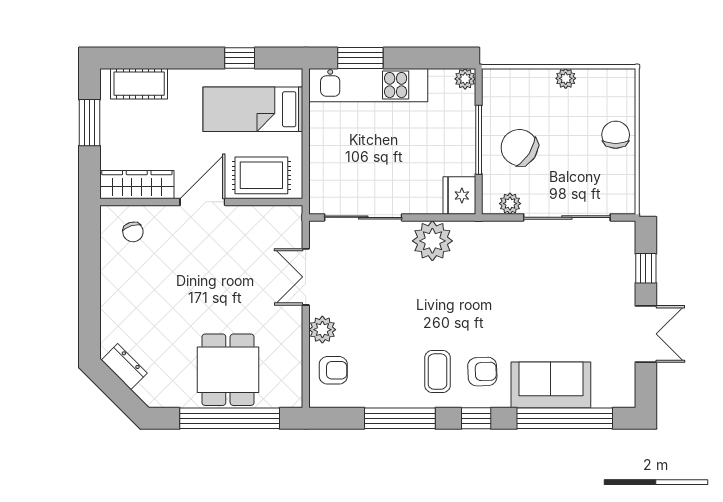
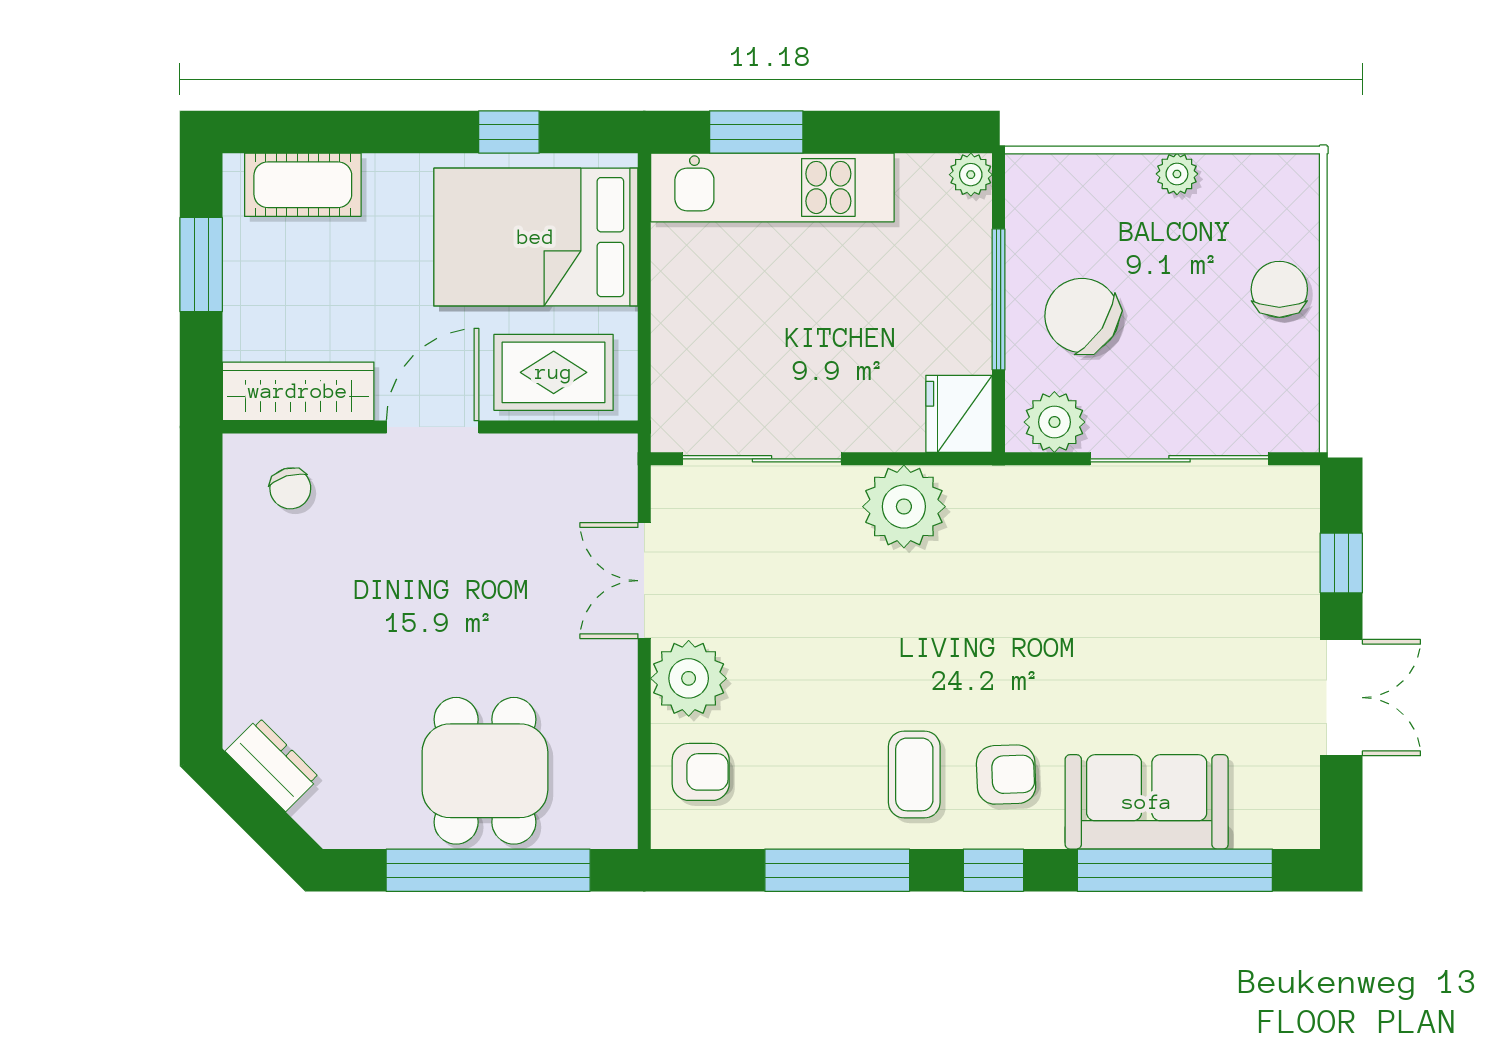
bed: (253, 109) -> (536, 237), width x1.50
plant: (510, 204) -> (1054, 422), width x1.38, depth x1.38
plant: (322, 330) -> (689, 678), width x1.36, depth x1.36

